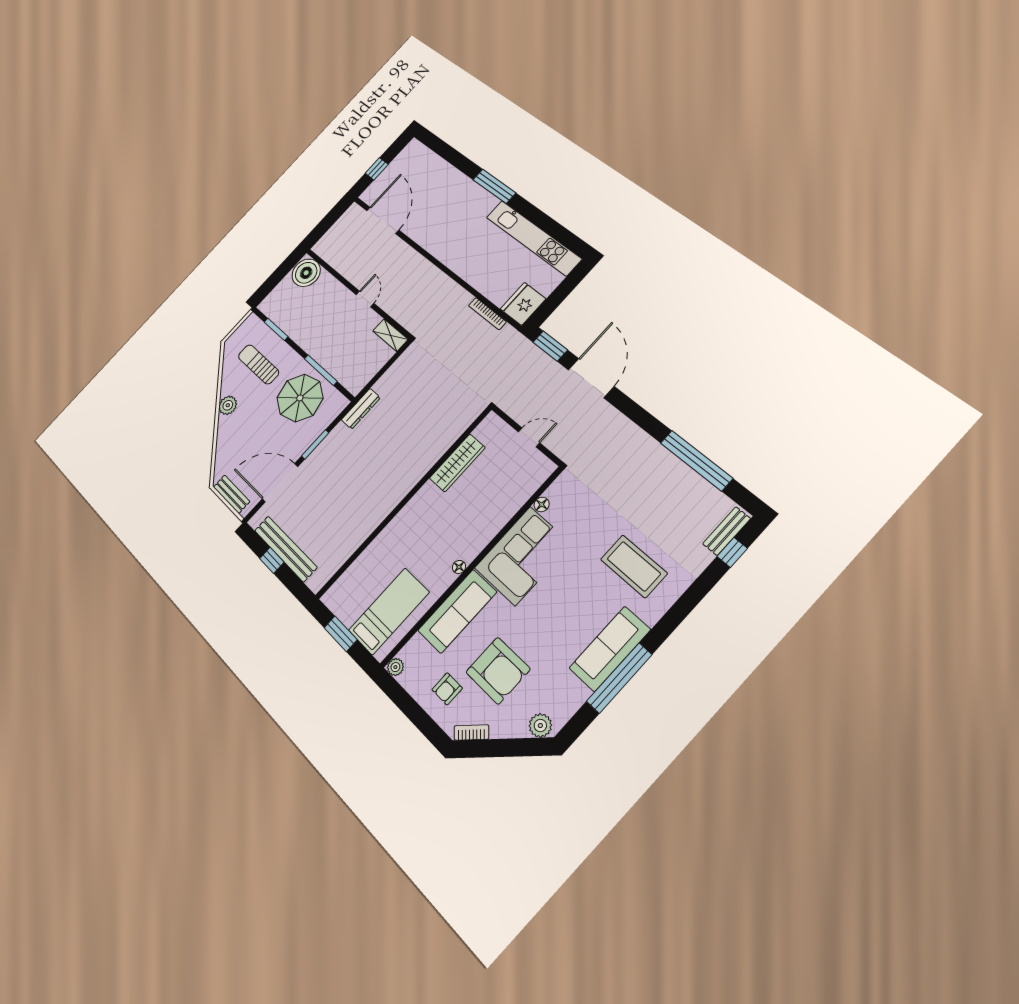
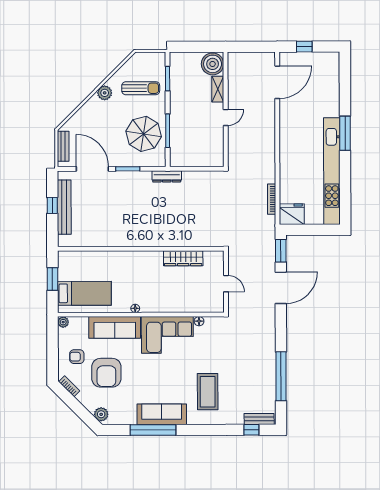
kitchen unit: (533, 238) -> (332, 171), width x1.36
shelving: (390, 335) -> (218, 89), moved
sun lounger: (259, 364) -> (141, 88), turned 90

